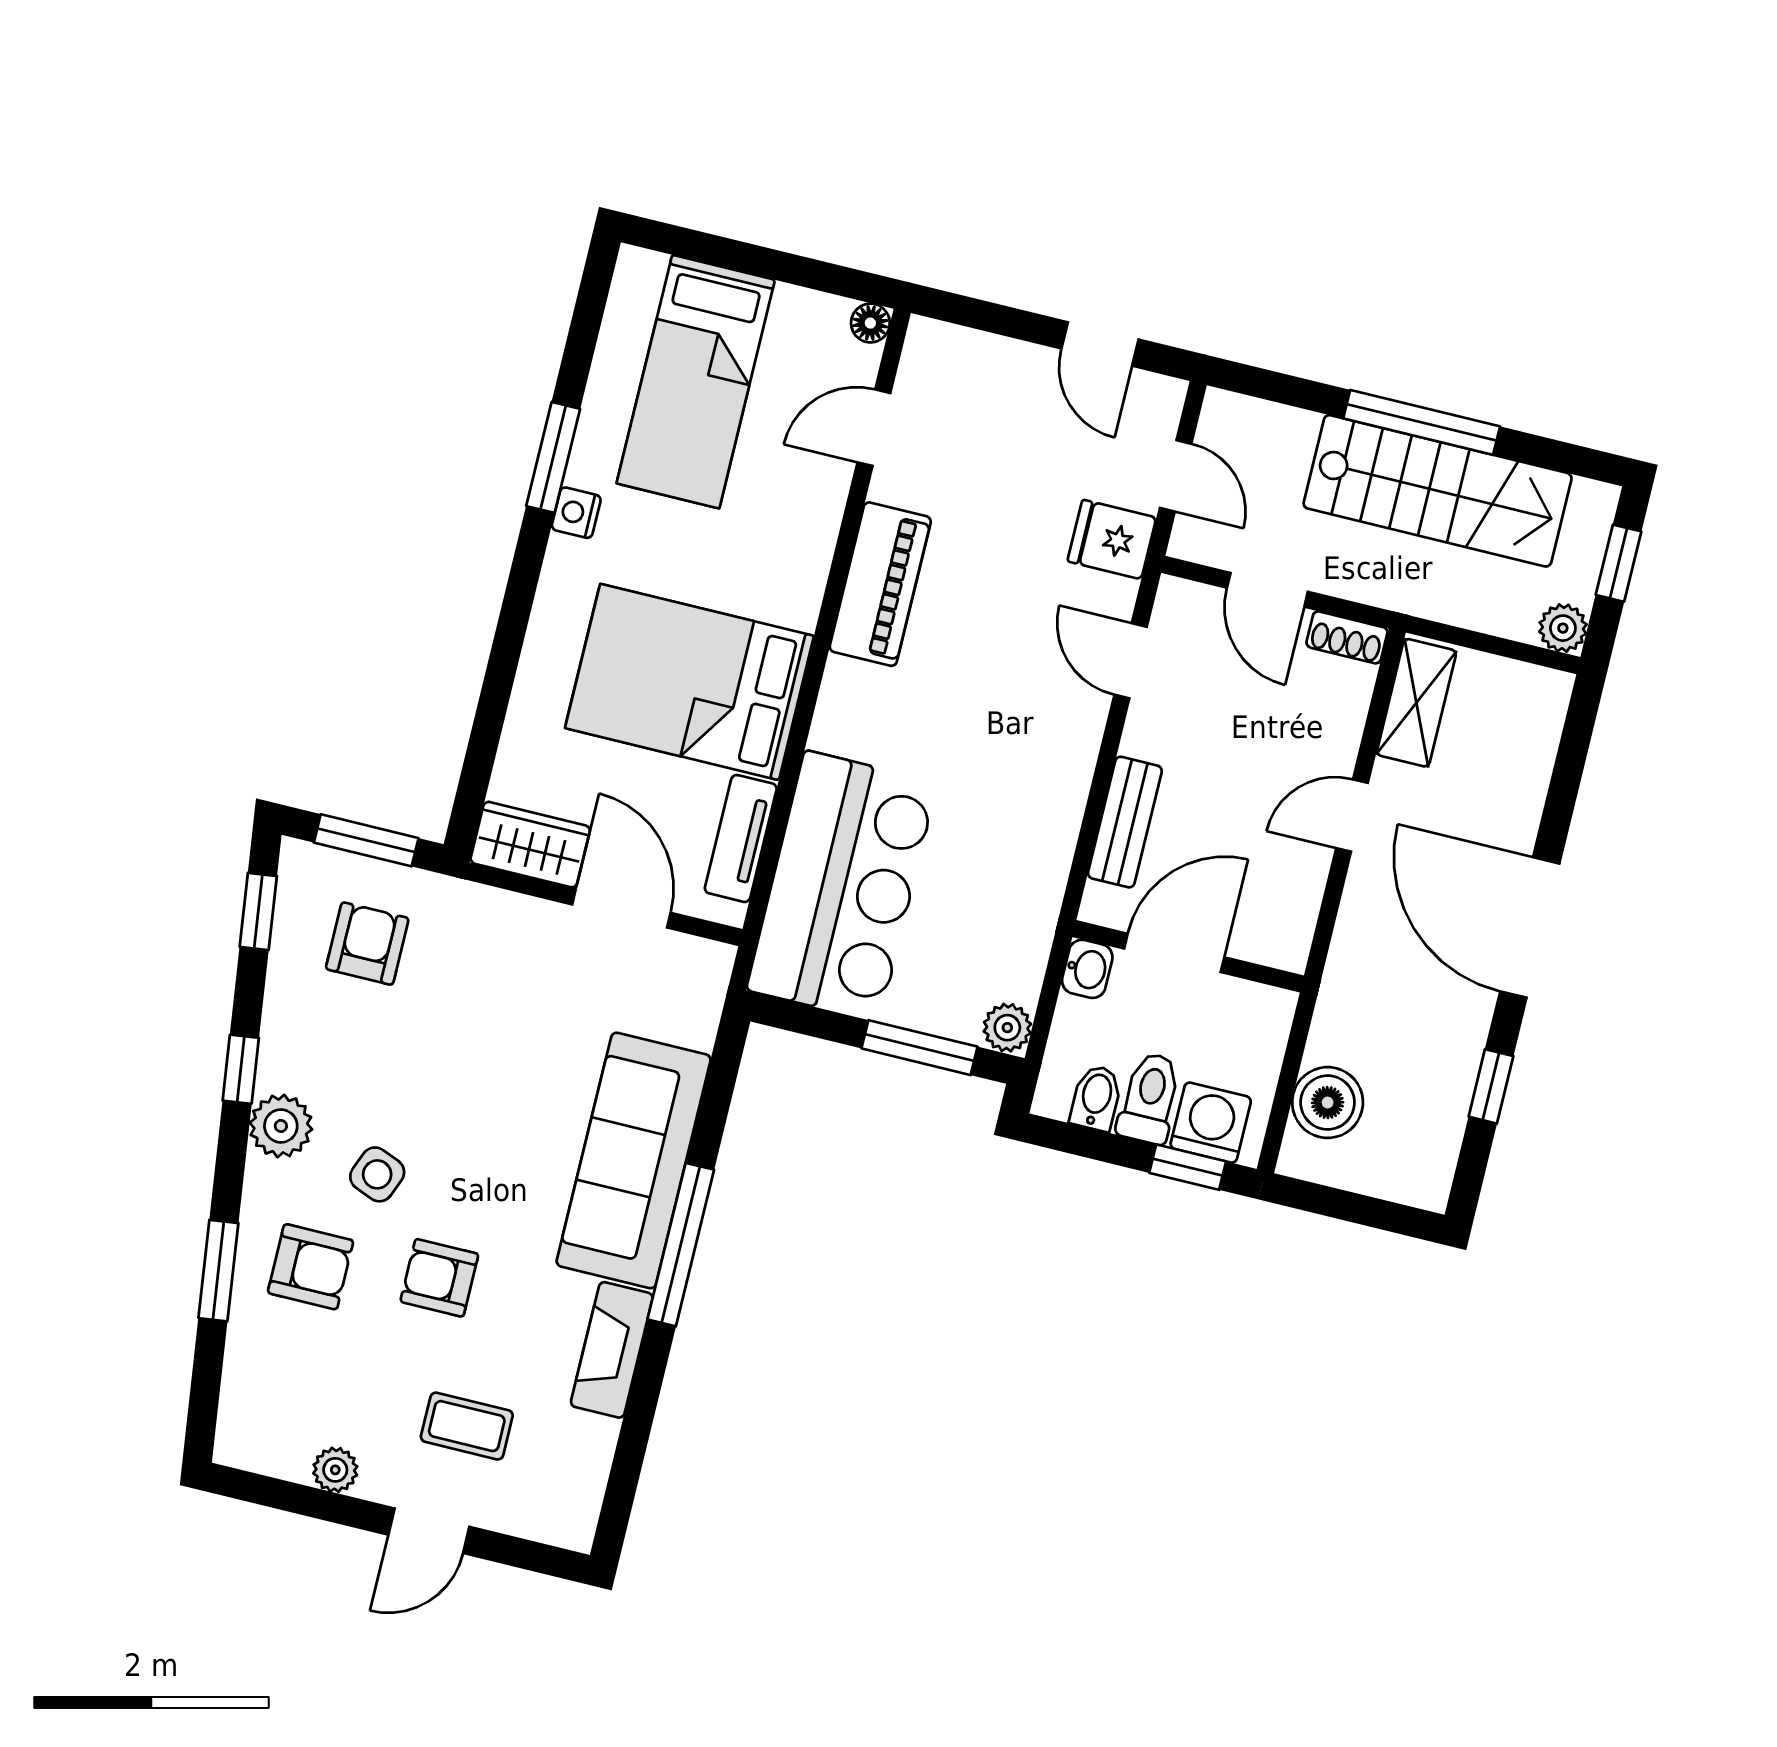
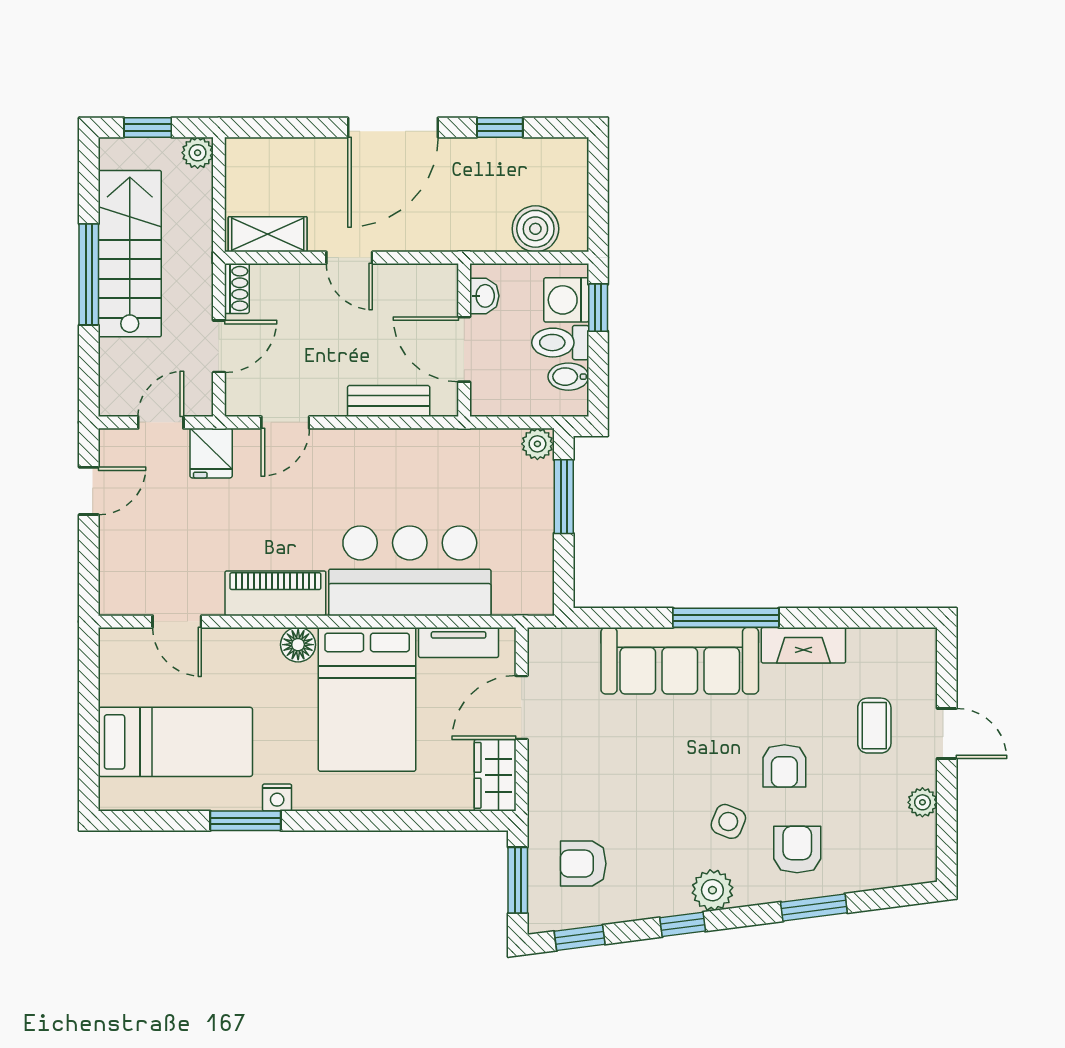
floor lamp: (870, 323) -> (298, 645), moved, width x1.37, depth x1.37
bar counter: (842, 886) -> (410, 571), moved
washbasin: (1087, 969) -> (484, 296), moved, turned 90

